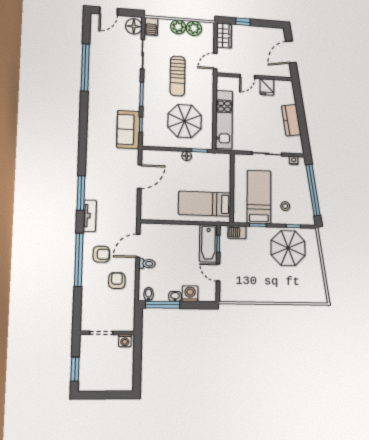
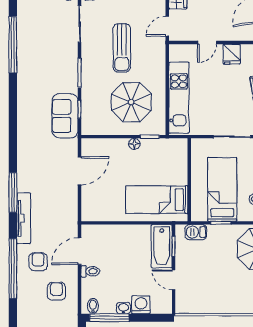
tv unit: (90, 216) -> (24, 218), width x1.41
armchair: (101, 254) -> (38, 262), turned -90

